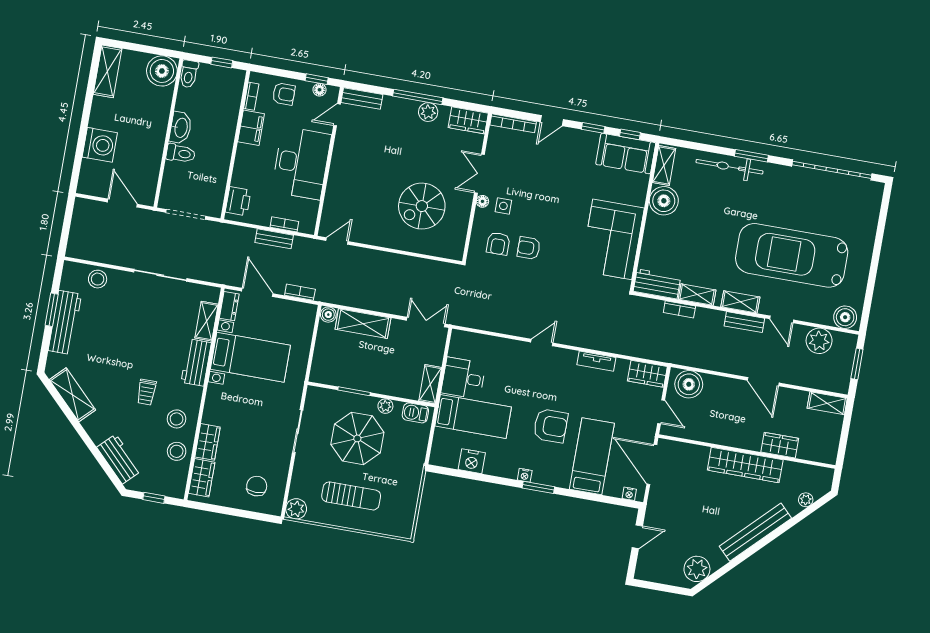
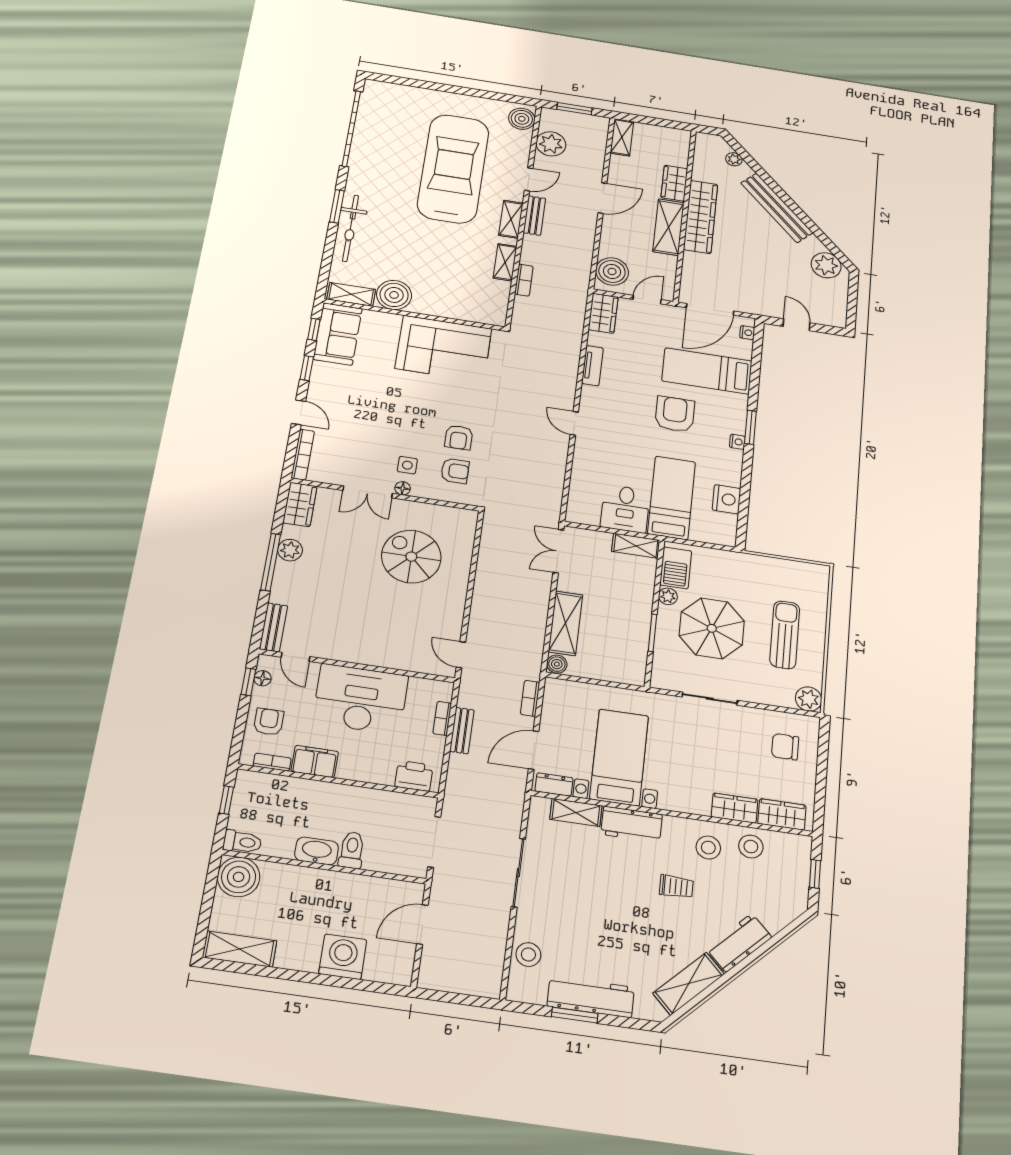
spiral stairs: (422, 206) -> (411, 557), turned 180
car: (792, 255) -> (453, 169), turned 180
workbench: (657, 284) -> (495, 303), removed
barbecue: (415, 413) -> (676, 568), width x1.38, depth x1.27
shelving: (734, 436) -> (668, 227), added
workbench: (119, 459) -> (739, 943), moved

